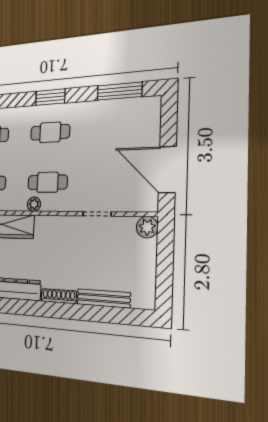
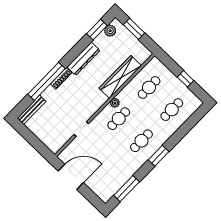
plant: (147, 227) -> (55, 146), removed
bench: (103, 298) -> (31, 110), moved
window: (77, 312) -> (47, 81), added

